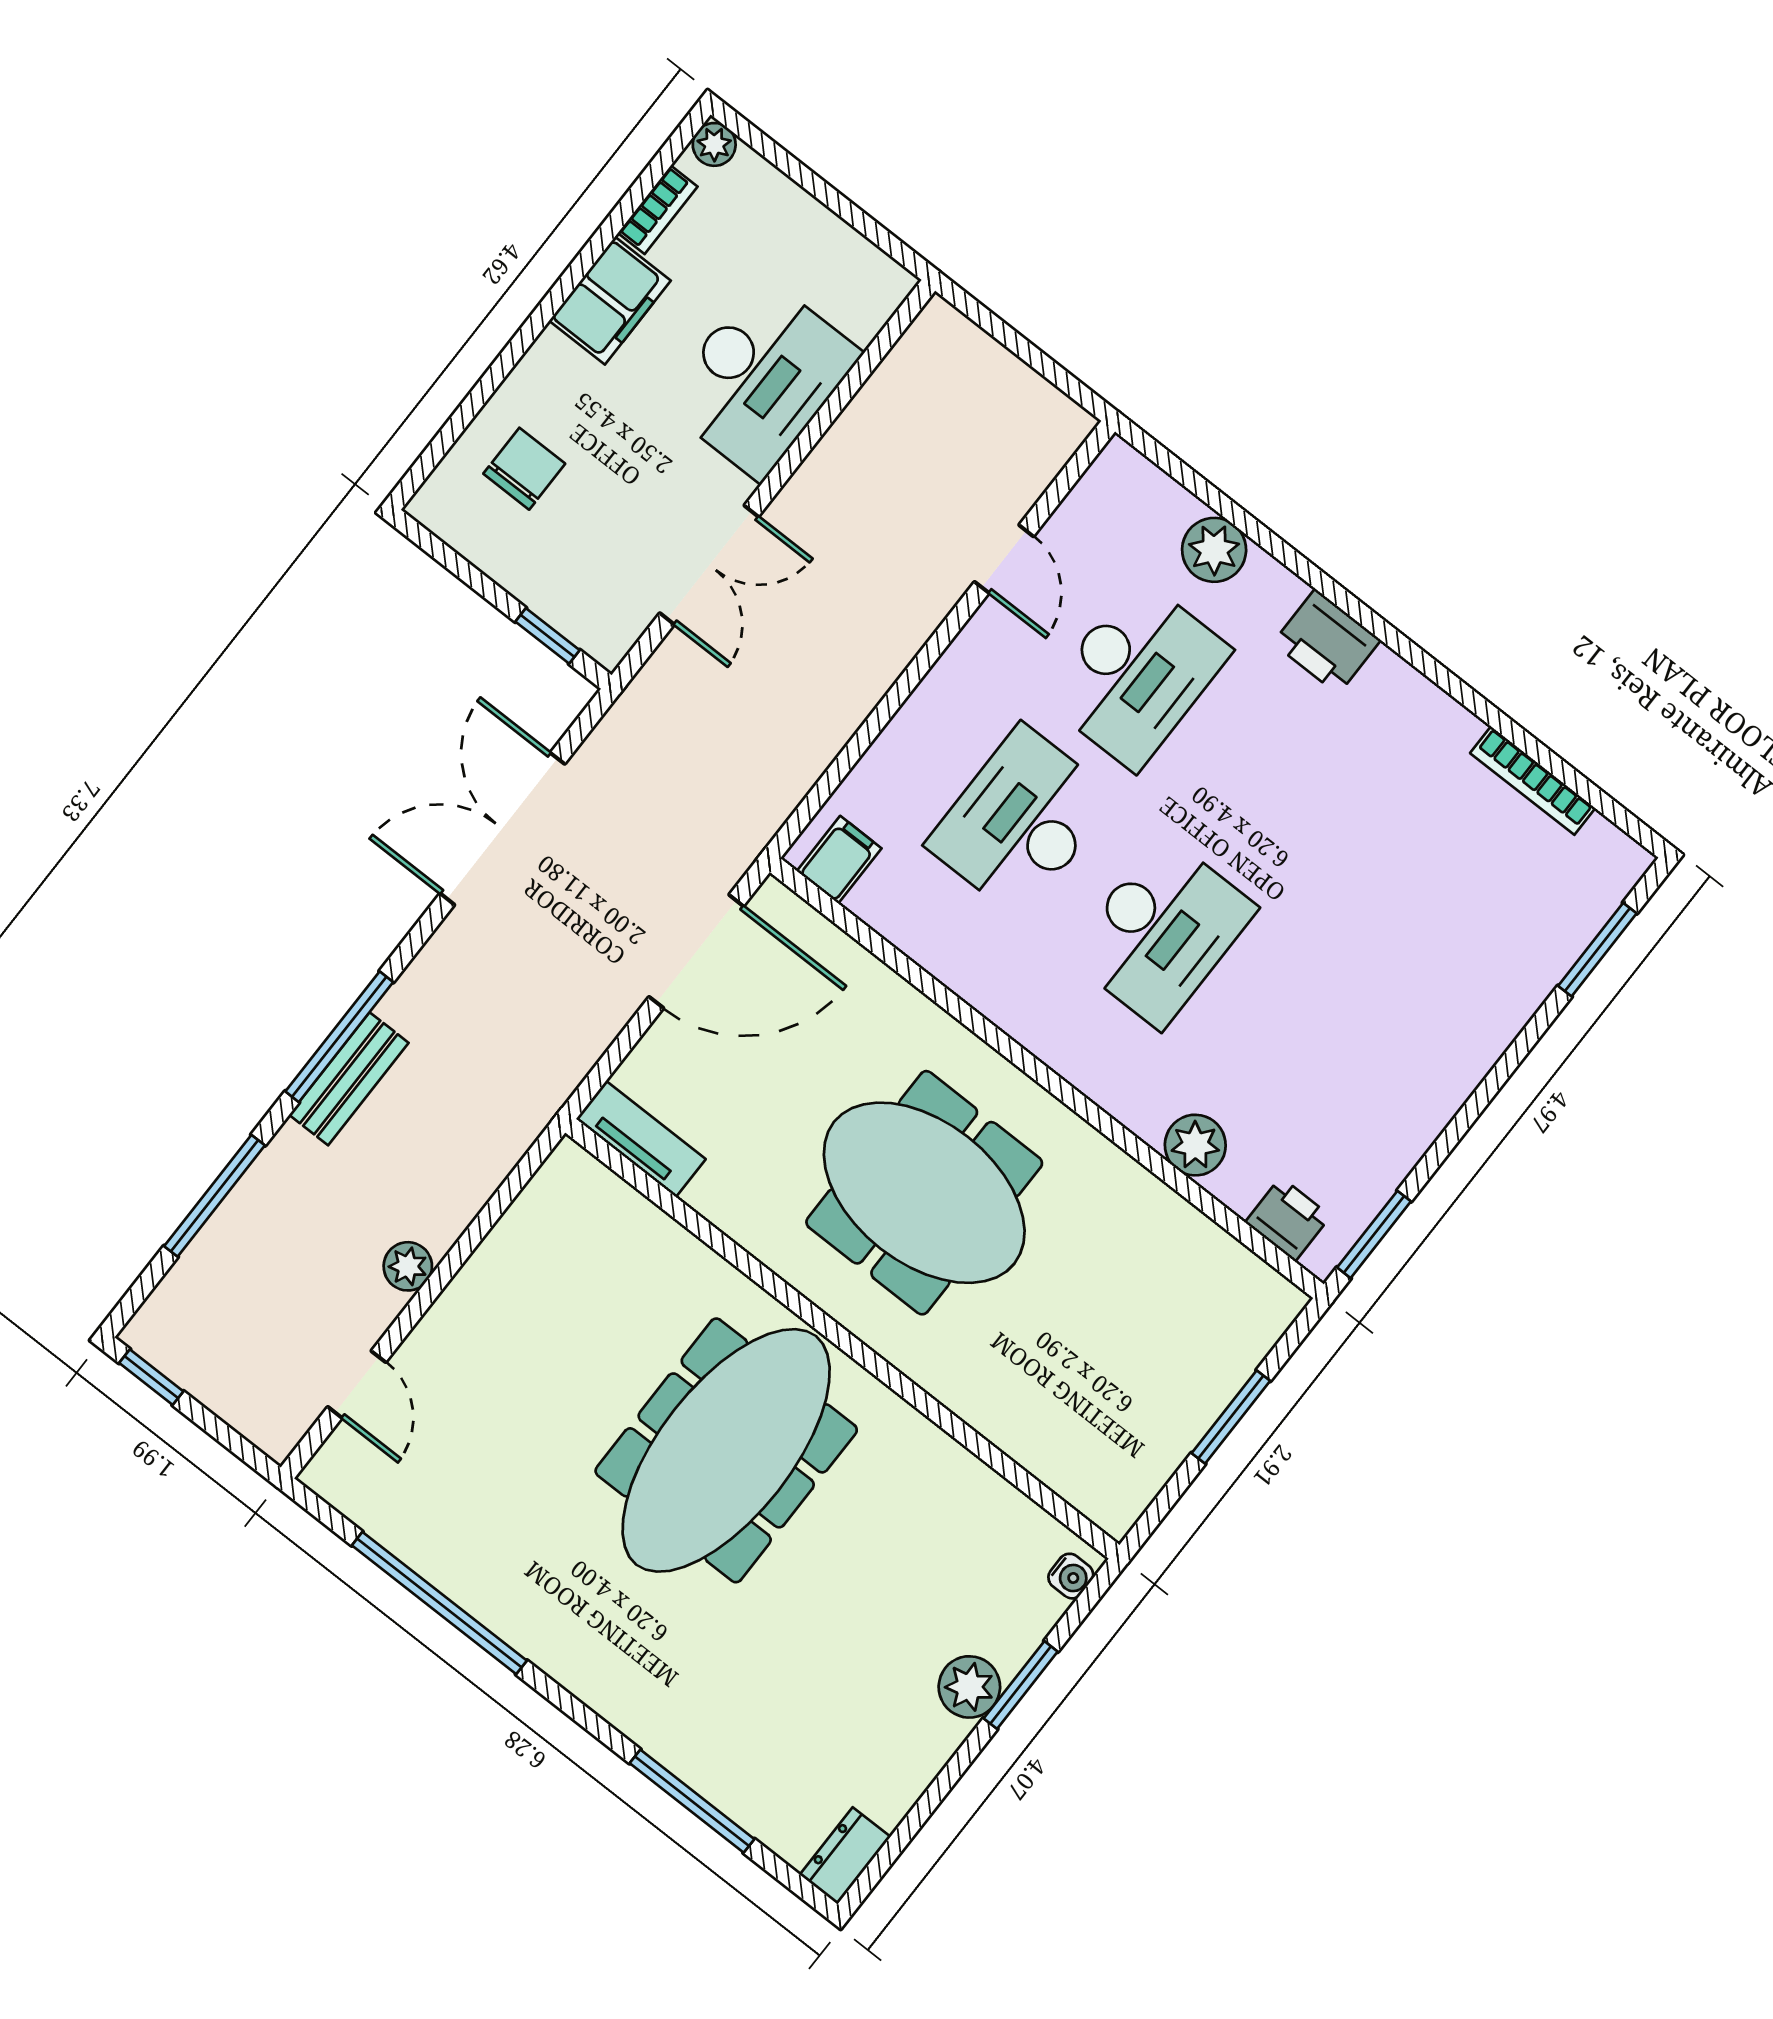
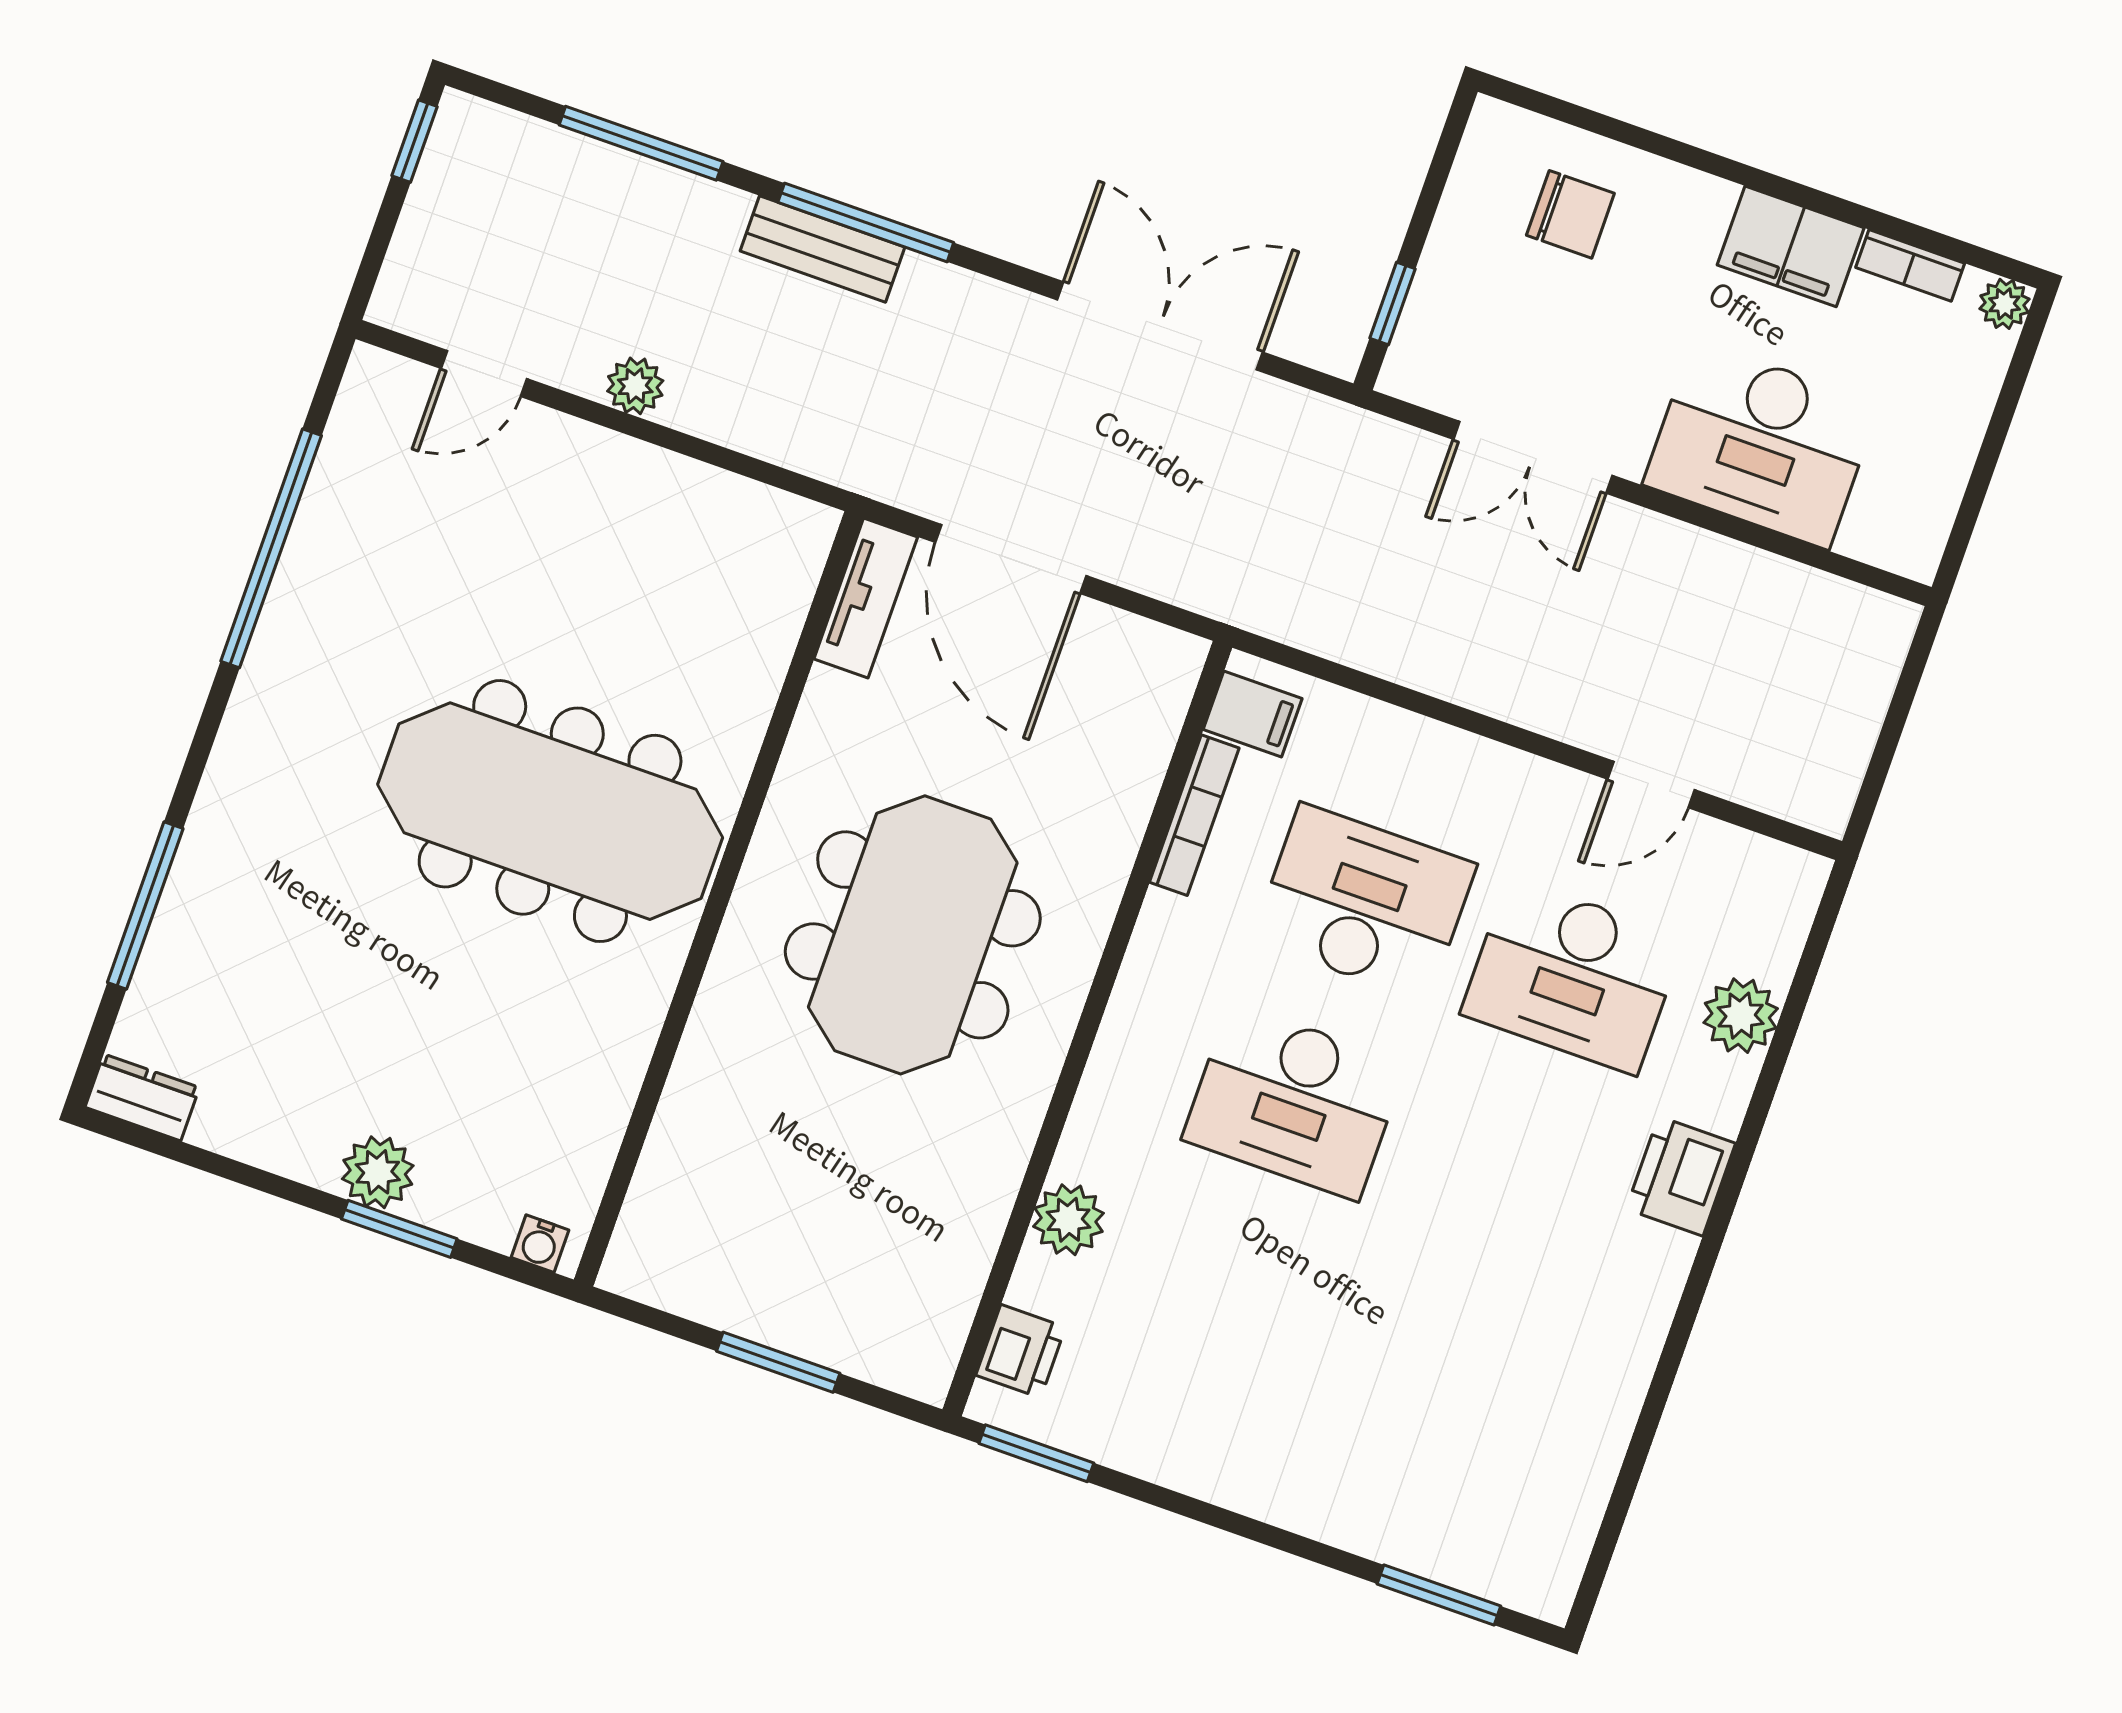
bookcase: (1533, 781) -> (1194, 815), moved, turned 180
door: (696, 951) -> (1011, 559), moved

